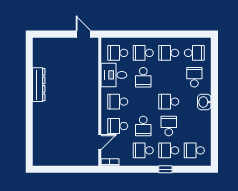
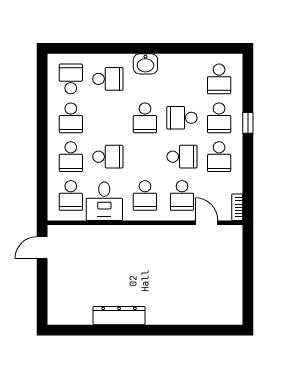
school desk: (194, 77) -> (108, 79), turned 180

